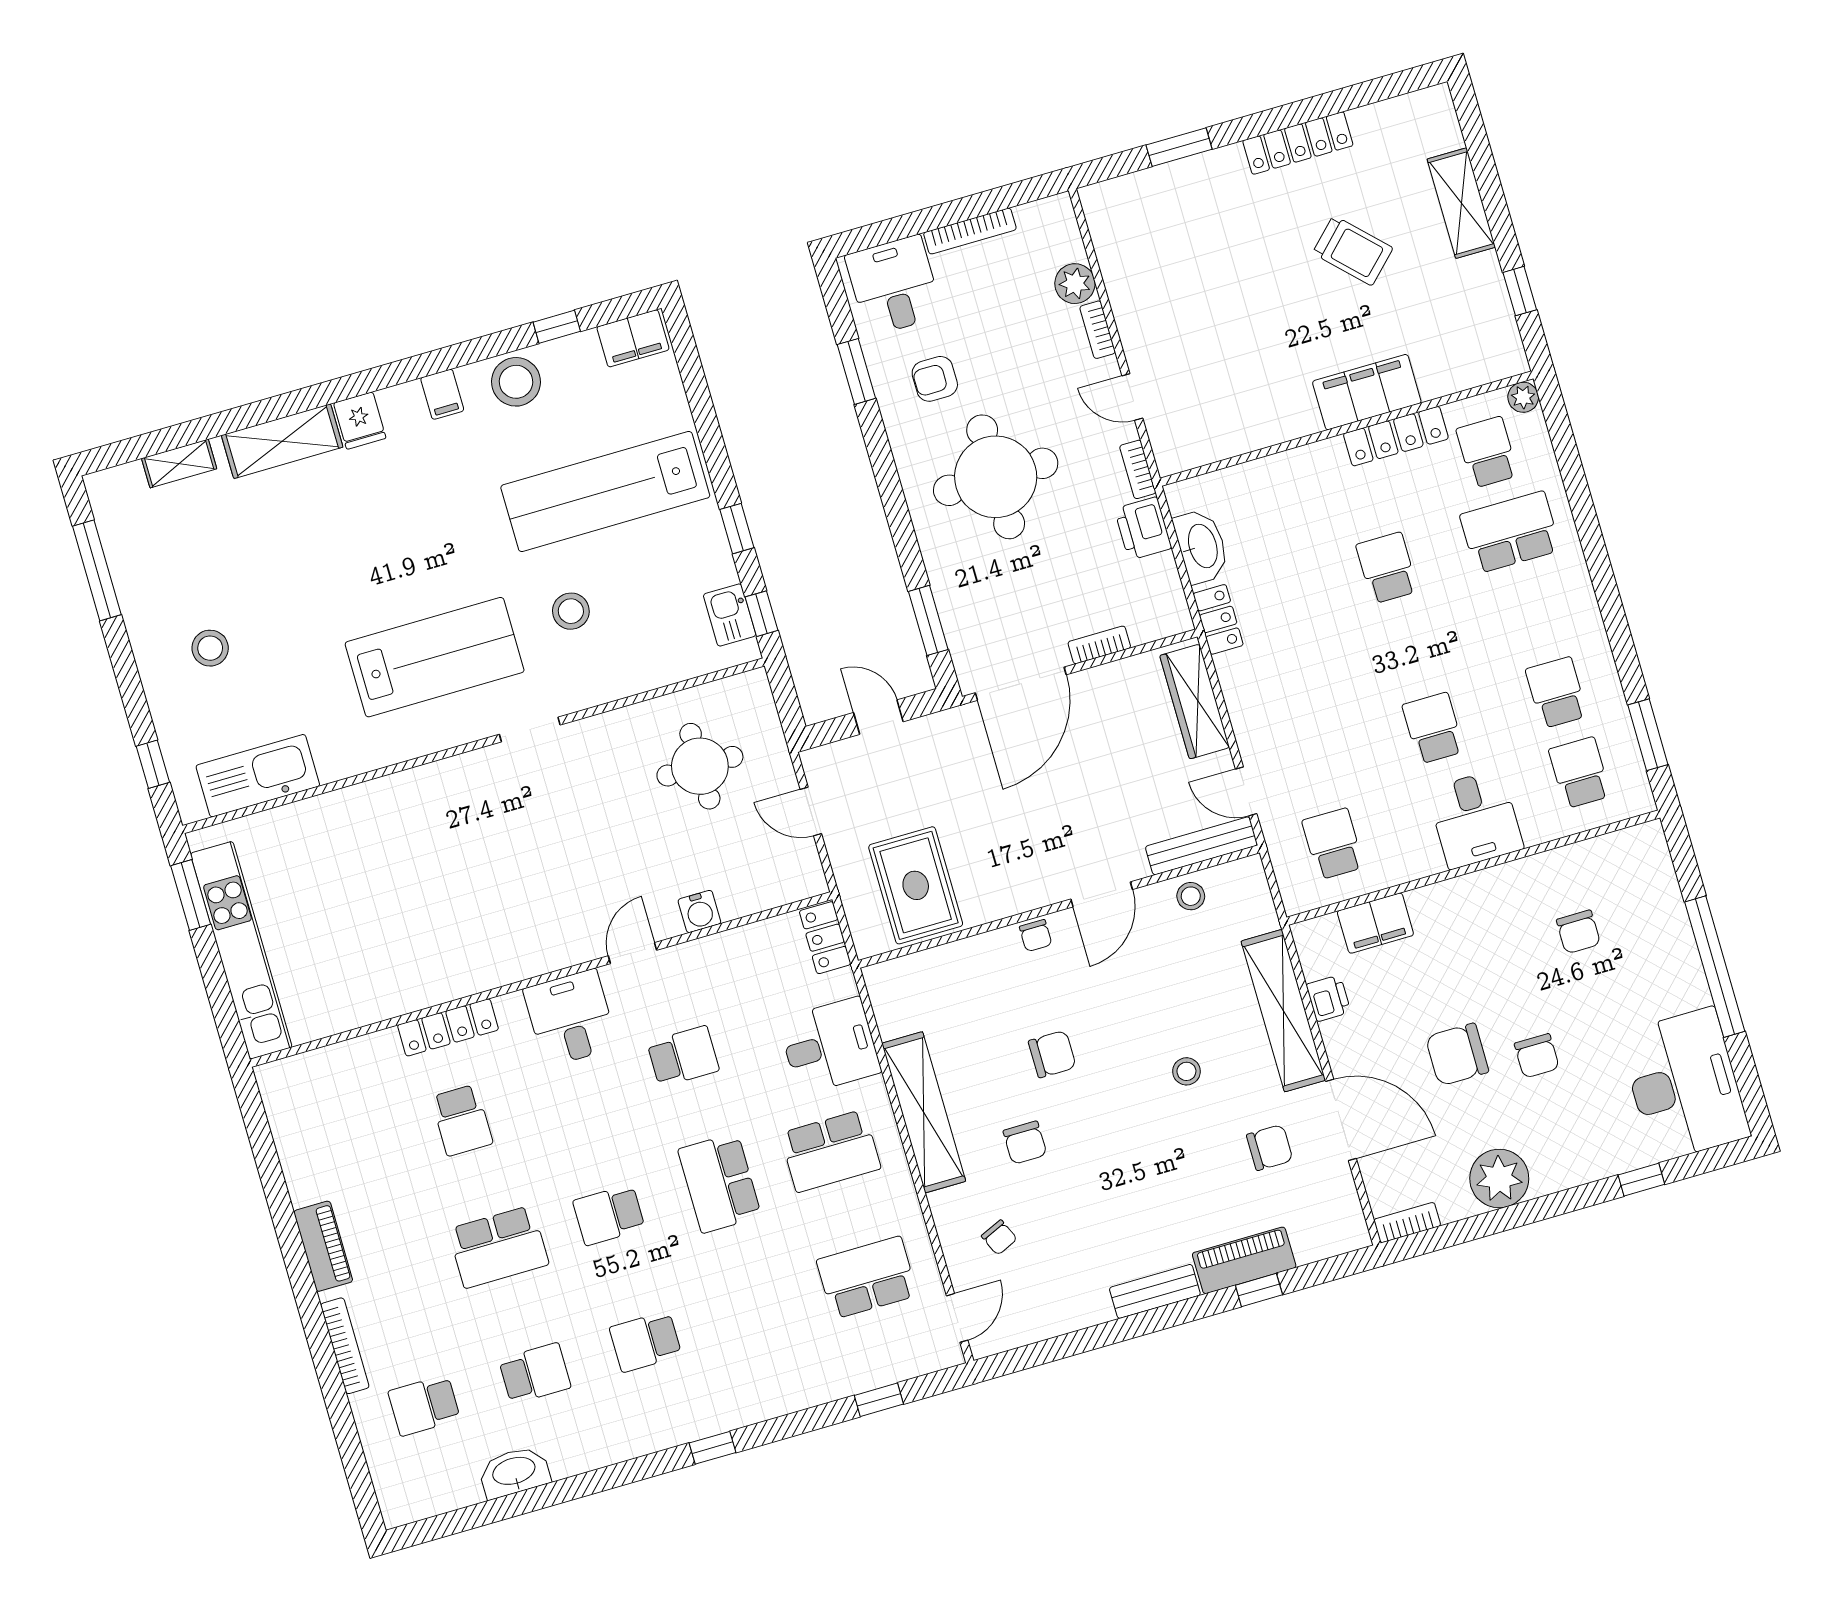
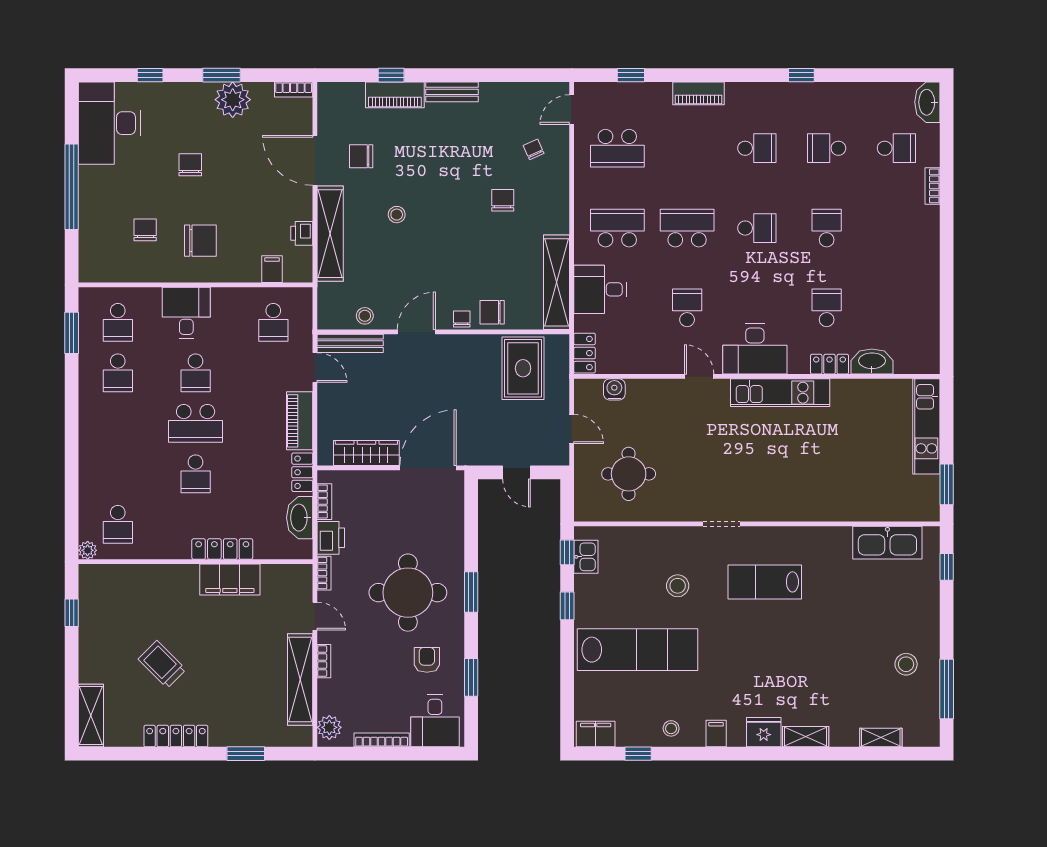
shelving: (1461, 203) -> (91, 716), moved
plant: (1075, 284) -> (329, 727), moved
shelving: (1127, 290) -> (300, 680), added
armchair: (935, 379) -> (427, 660), turned -90
stool: (516, 382) -> (671, 728), width x0.53, depth x0.53
filing cabinet: (1367, 392) -> (230, 580), moved
fridge: (360, 421) -> (764, 732), width x1.38
locker: (1396, 436) -> (222, 549), moved
shelving: (282, 441) -> (806, 737), width x0.67, depth x0.75
school desk: (1510, 532) -> (196, 423), moved
window: (928, 620) -> (471, 592), moved
bookcase: (1099, 645) -> (324, 502), moved, turned -90
stool: (210, 648) -> (906, 664), moved
lab bench: (435, 657) -> (765, 582), width x0.73, depth x0.72
piano: (1246, 700) -> (300, 421), added
wardrobe: (1195, 702) -> (366, 453), moved, turned -90
water cooler: (699, 911) -> (614, 389), moved
filing cabinet: (1375, 923) -> (272, 269), width x0.50
kitchen unit: (241, 950) -> (926, 426), width x0.73
door: (632, 953) -> (699, 376), swing flipped
kitchen unit: (497, 964) -> (780, 393), added
desk: (571, 1018) -> (755, 349), width x1.37
locker: (448, 1027) -> (830, 364), width x0.66
chair: (1052, 1054) -> (492, 312), moved
chair: (1457, 1054) -> (200, 241), moved
washbasin: (365, 1056) -> (872, 362), added
school desk: (683, 1056) -> (687, 308), turned 90
shelving: (924, 1112) -> (556, 282), moved
school desk: (720, 1183) -> (687, 228), turned -90
window: (1528, 1212) -> (221, 75), added
piano: (323, 1246) -> (698, 93), moved, turned -90
school desk: (498, 1247) -> (827, 228), width x0.54
bookcase: (345, 1346) -> (933, 186), width x0.64
window: (713, 1448) -> (801, 75), moved
washbasin: (514, 1472) -> (927, 102), moved, turned 90

